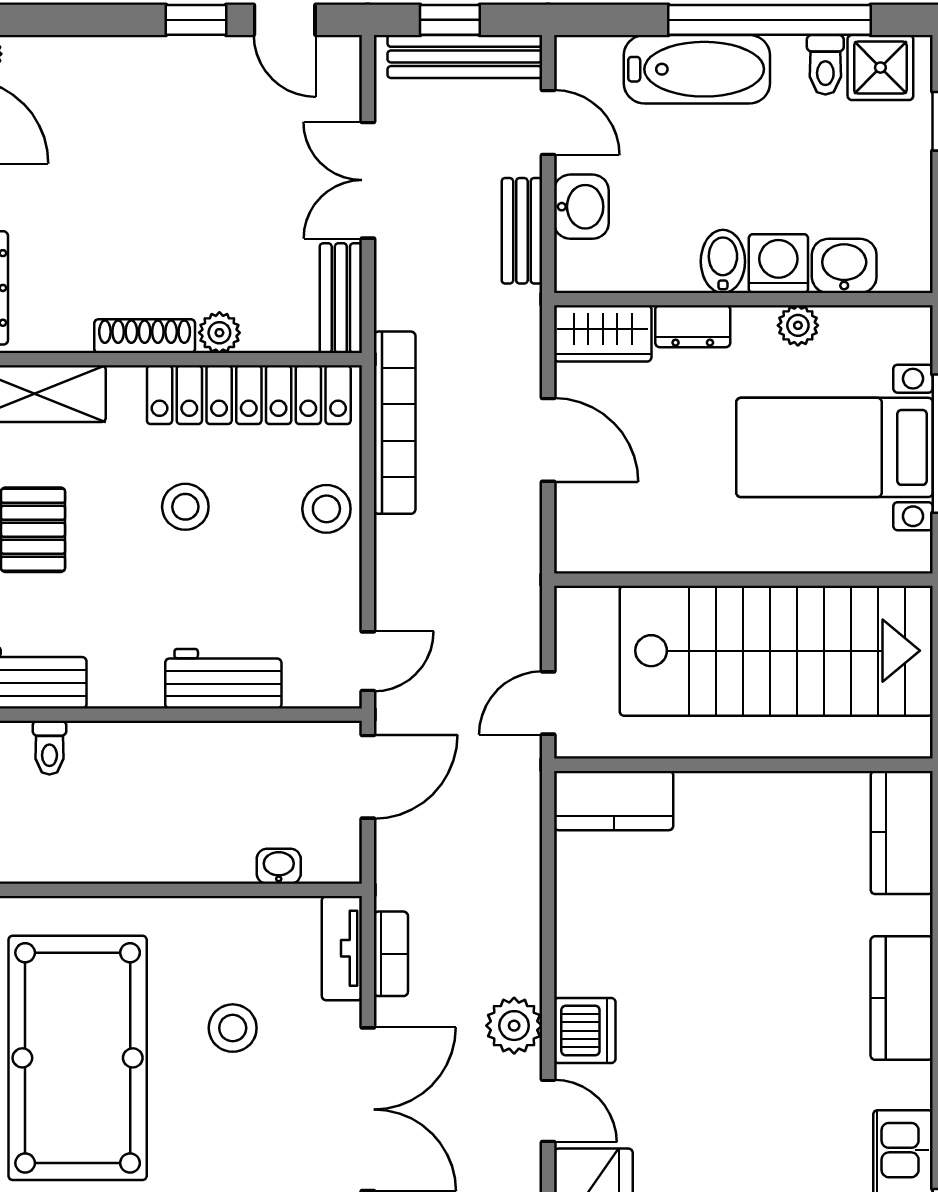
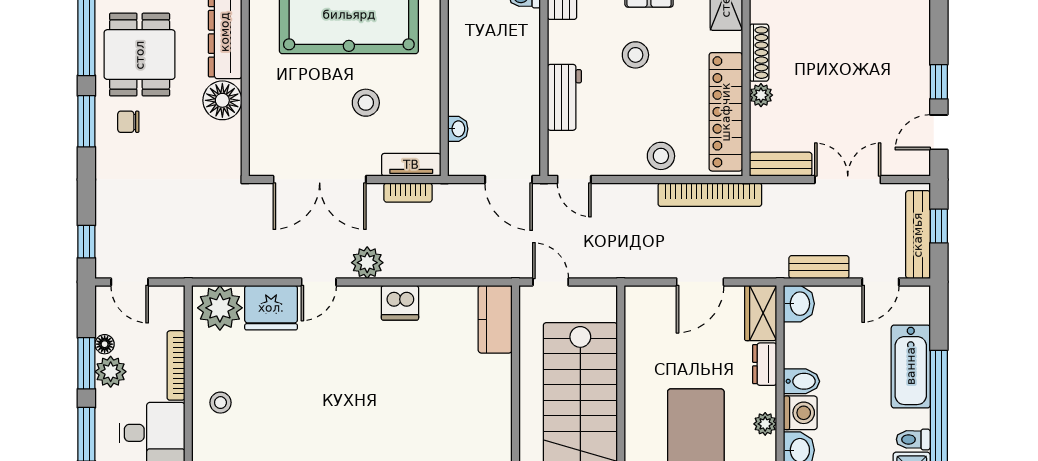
washbasin: (581, 207) -> (799, 304), moved, turned -90
stool: (185, 507) -> (635, 55), moved
dishwasher: (585, 1031) -> (400, 303), moved

